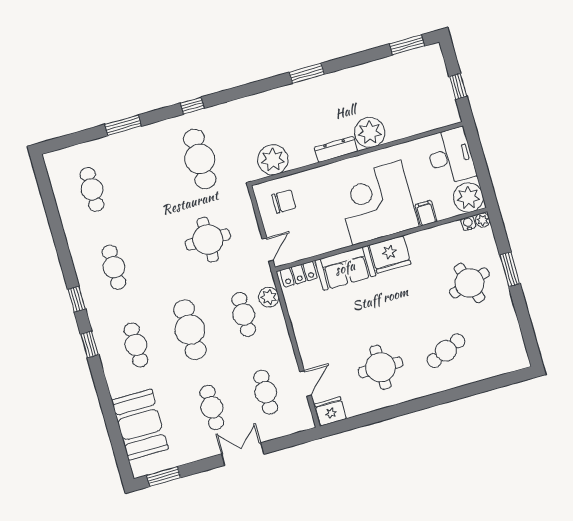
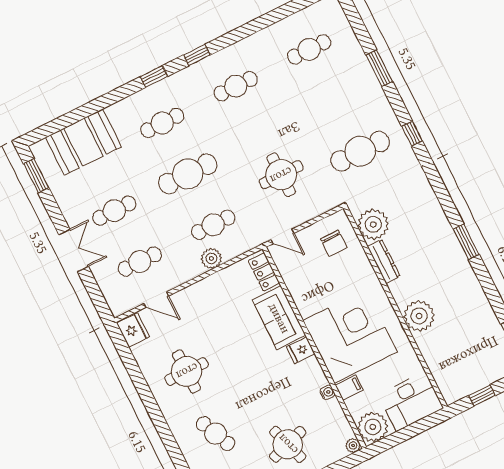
dresser: (336, 149) -> (384, 261), moved
water cooler: (468, 223) -> (327, 392), moved
fridge: (390, 254) -> (301, 350), width x0.53, depth x0.75
plant: (269, 297) -> (211, 258), moved

